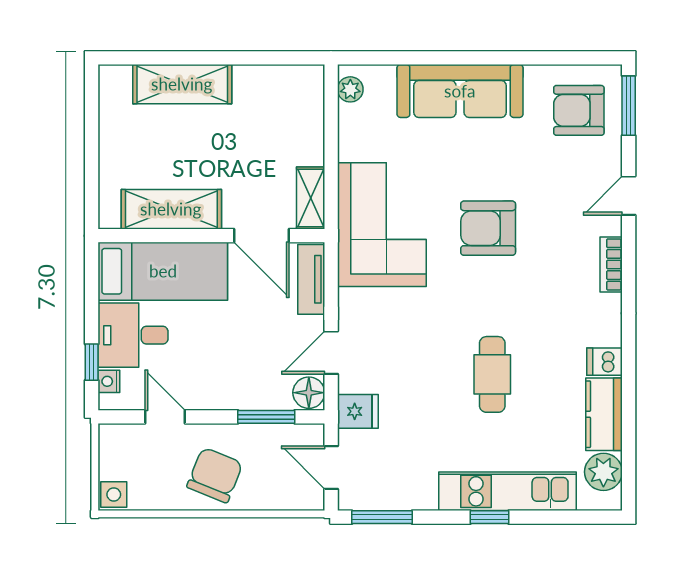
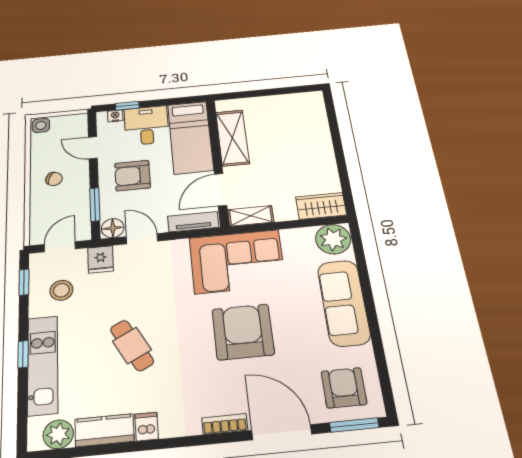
shelving: (182, 84) -> (318, 136), removed
plant: (350, 89) -> (333, 239), width x1.88, depth x1.88
wardrobe: (305, 98) -> (321, 206), added
door: (629, 196) -> (282, 432), width x1.87
armchair: (488, 228) -> (243, 332), width x1.36, depth x1.36
armchair: (222, 361) -> (132, 176), added
cafe table: (492, 374) -> (132, 345), turned 62
door: (165, 417) -> (93, 148), swing flipped
stool: (400, 466) -> (61, 290), added
chair: (215, 475) -> (54, 179), width x0.54, depth x0.54
window: (382, 517) -> (24, 282), width x0.67

